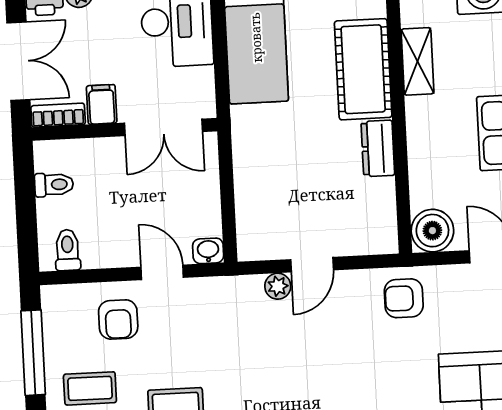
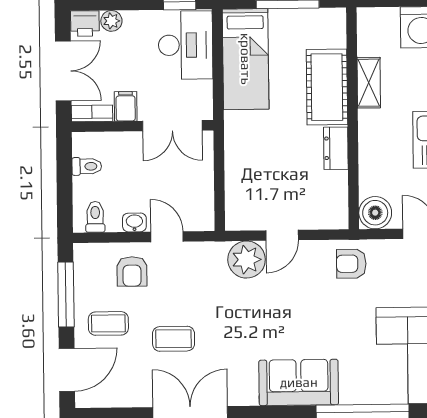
washbasin: (208, 251) -> (134, 222), moved
plant: (278, 286) -> (247, 260), width x1.87, depth x1.87

